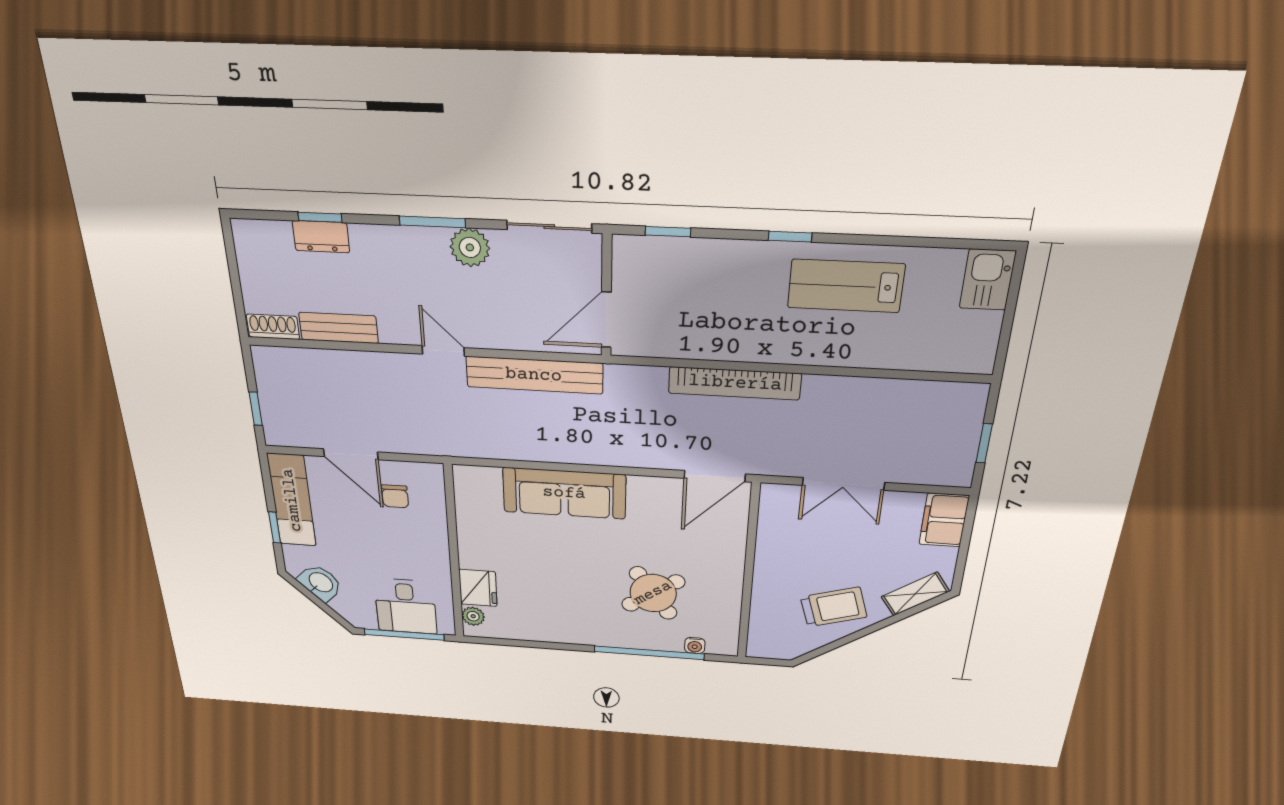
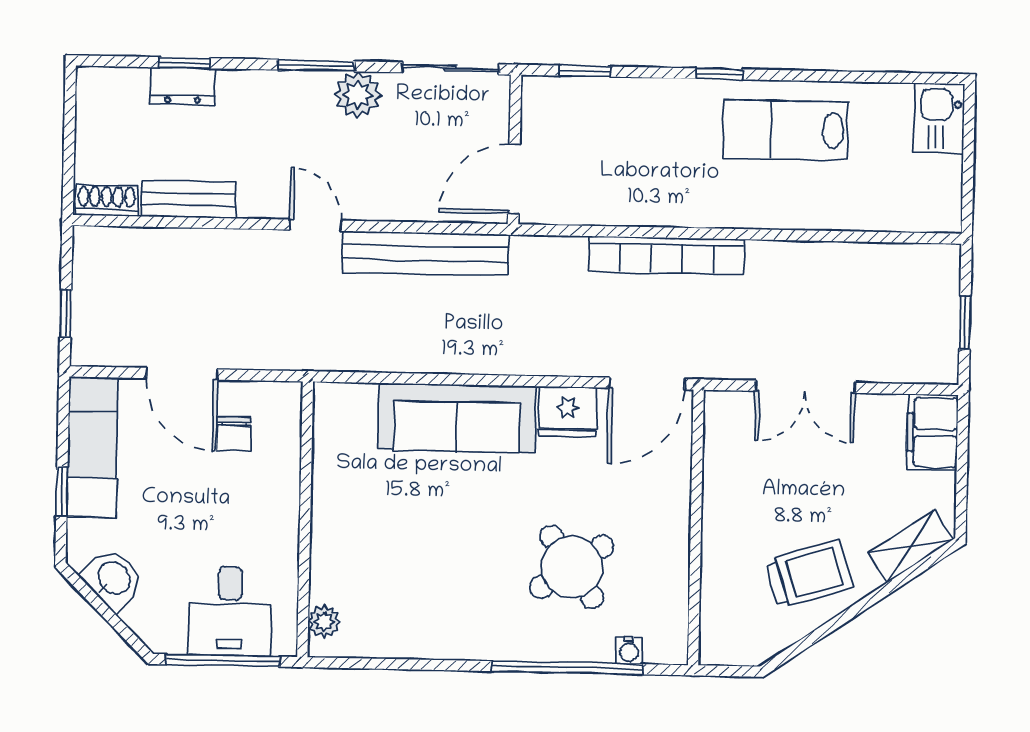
fridge: (478, 588) -> (568, 412), moved, turned 90

